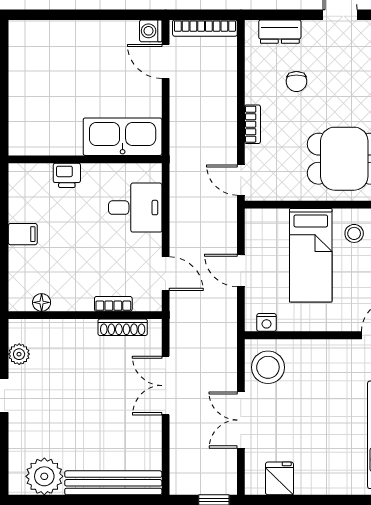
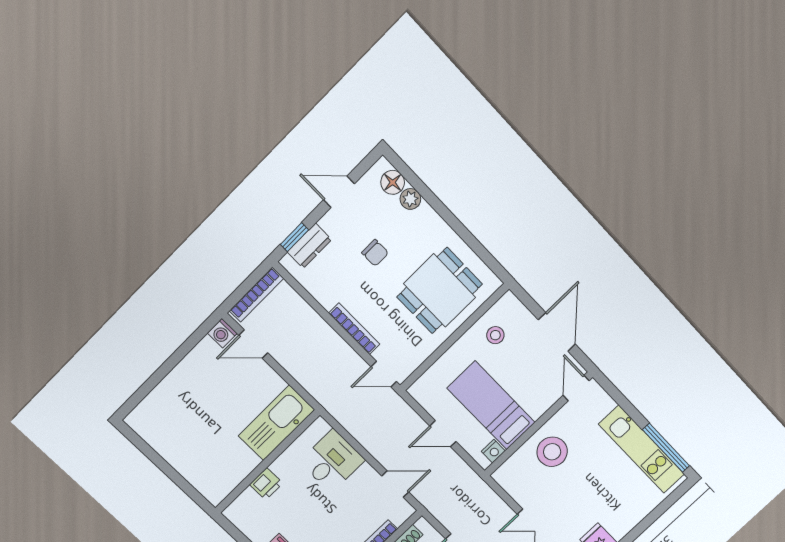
window: (275, 15) -> (294, 237), added
chair: (296, 82) -> (375, 253), moved
bookcase: (253, 124) -> (354, 329), width x1.56
bed: (311, 255) -> (491, 405), moved, turned 180
stool: (268, 367) -> (552, 452), moved

